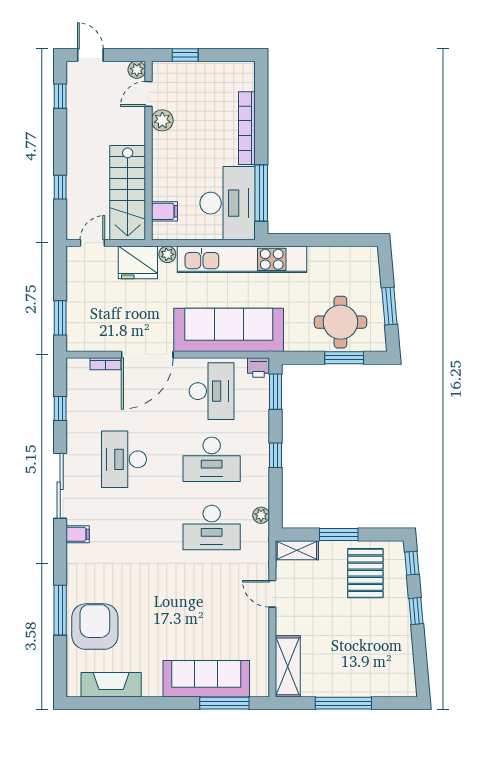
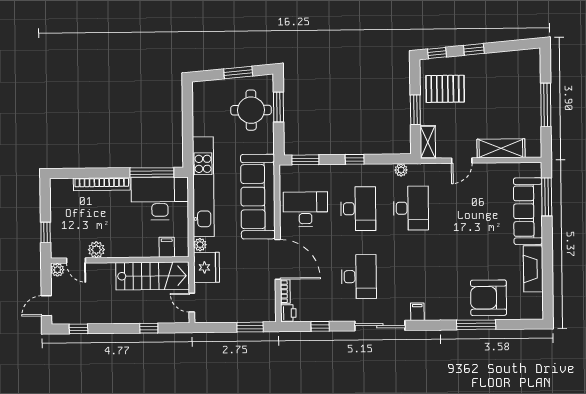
printer: (259, 368) -> (288, 313), moved
desk: (124, 459) -> (359, 277), turned -90
shelving: (288, 666) -> (501, 148), moved
fireplace: (111, 685) -> (533, 269), moved

